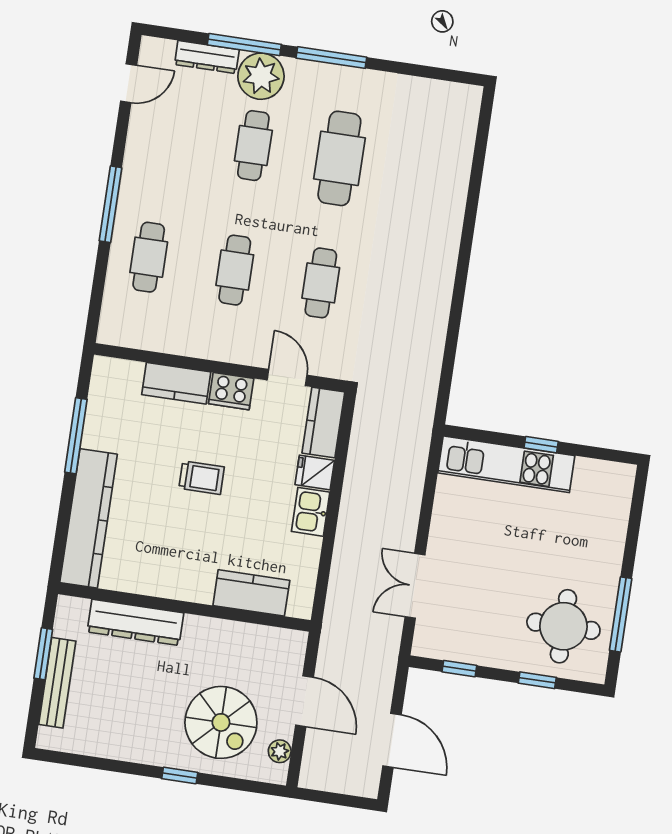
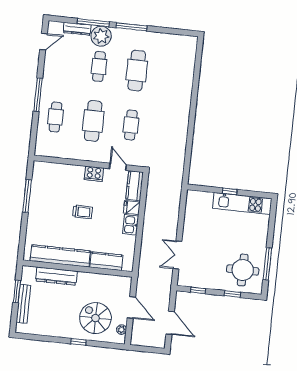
cafe table: (235, 270) -> (93, 121), width x1.37, depth x1.35
kitchen counter: (176, 383) -> (70, 171), removed
kitchen unit: (506, 464) -> (242, 203), moved
kitchen counter: (89, 518) -> (60, 256), moved, turned -90
spiral stairs: (221, 722) -> (95, 318), turned 180

